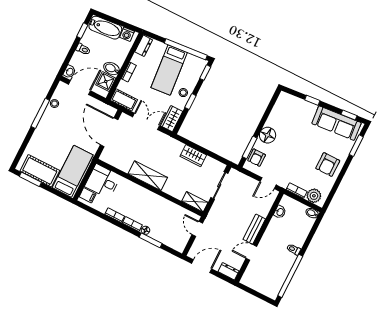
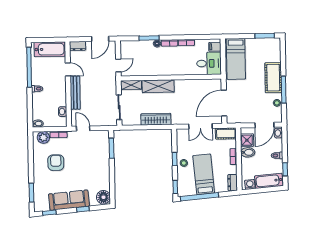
wardrobe: (172, 119) -> (182, 139), removed
sofa: (337, 123) -> (69, 200), moved
door: (109, 132) -> (224, 103), swing flipped
floor lamp: (268, 135) -> (103, 197), moved
wardrobe: (193, 156) -> (156, 119), width x1.50
armchair: (257, 158) -> (102, 143), removed
armchair: (328, 164) -> (56, 163), moved
cot: (40, 171) -> (273, 78), moved, turned 90
shelving: (148, 176) -> (158, 86), moved
door: (268, 183) -> (83, 129), hinge flipped
door: (197, 229) -> (118, 65), hinge flipped
bench: (254, 229) -> (75, 93), width x1.36
door: (251, 252) -> (68, 69), hinge flipped
bathtub: (259, 283) -> (50, 49), added

